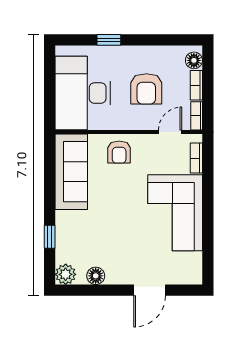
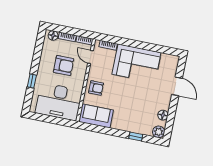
sofa: (71, 172) -> (96, 116), width x0.73

